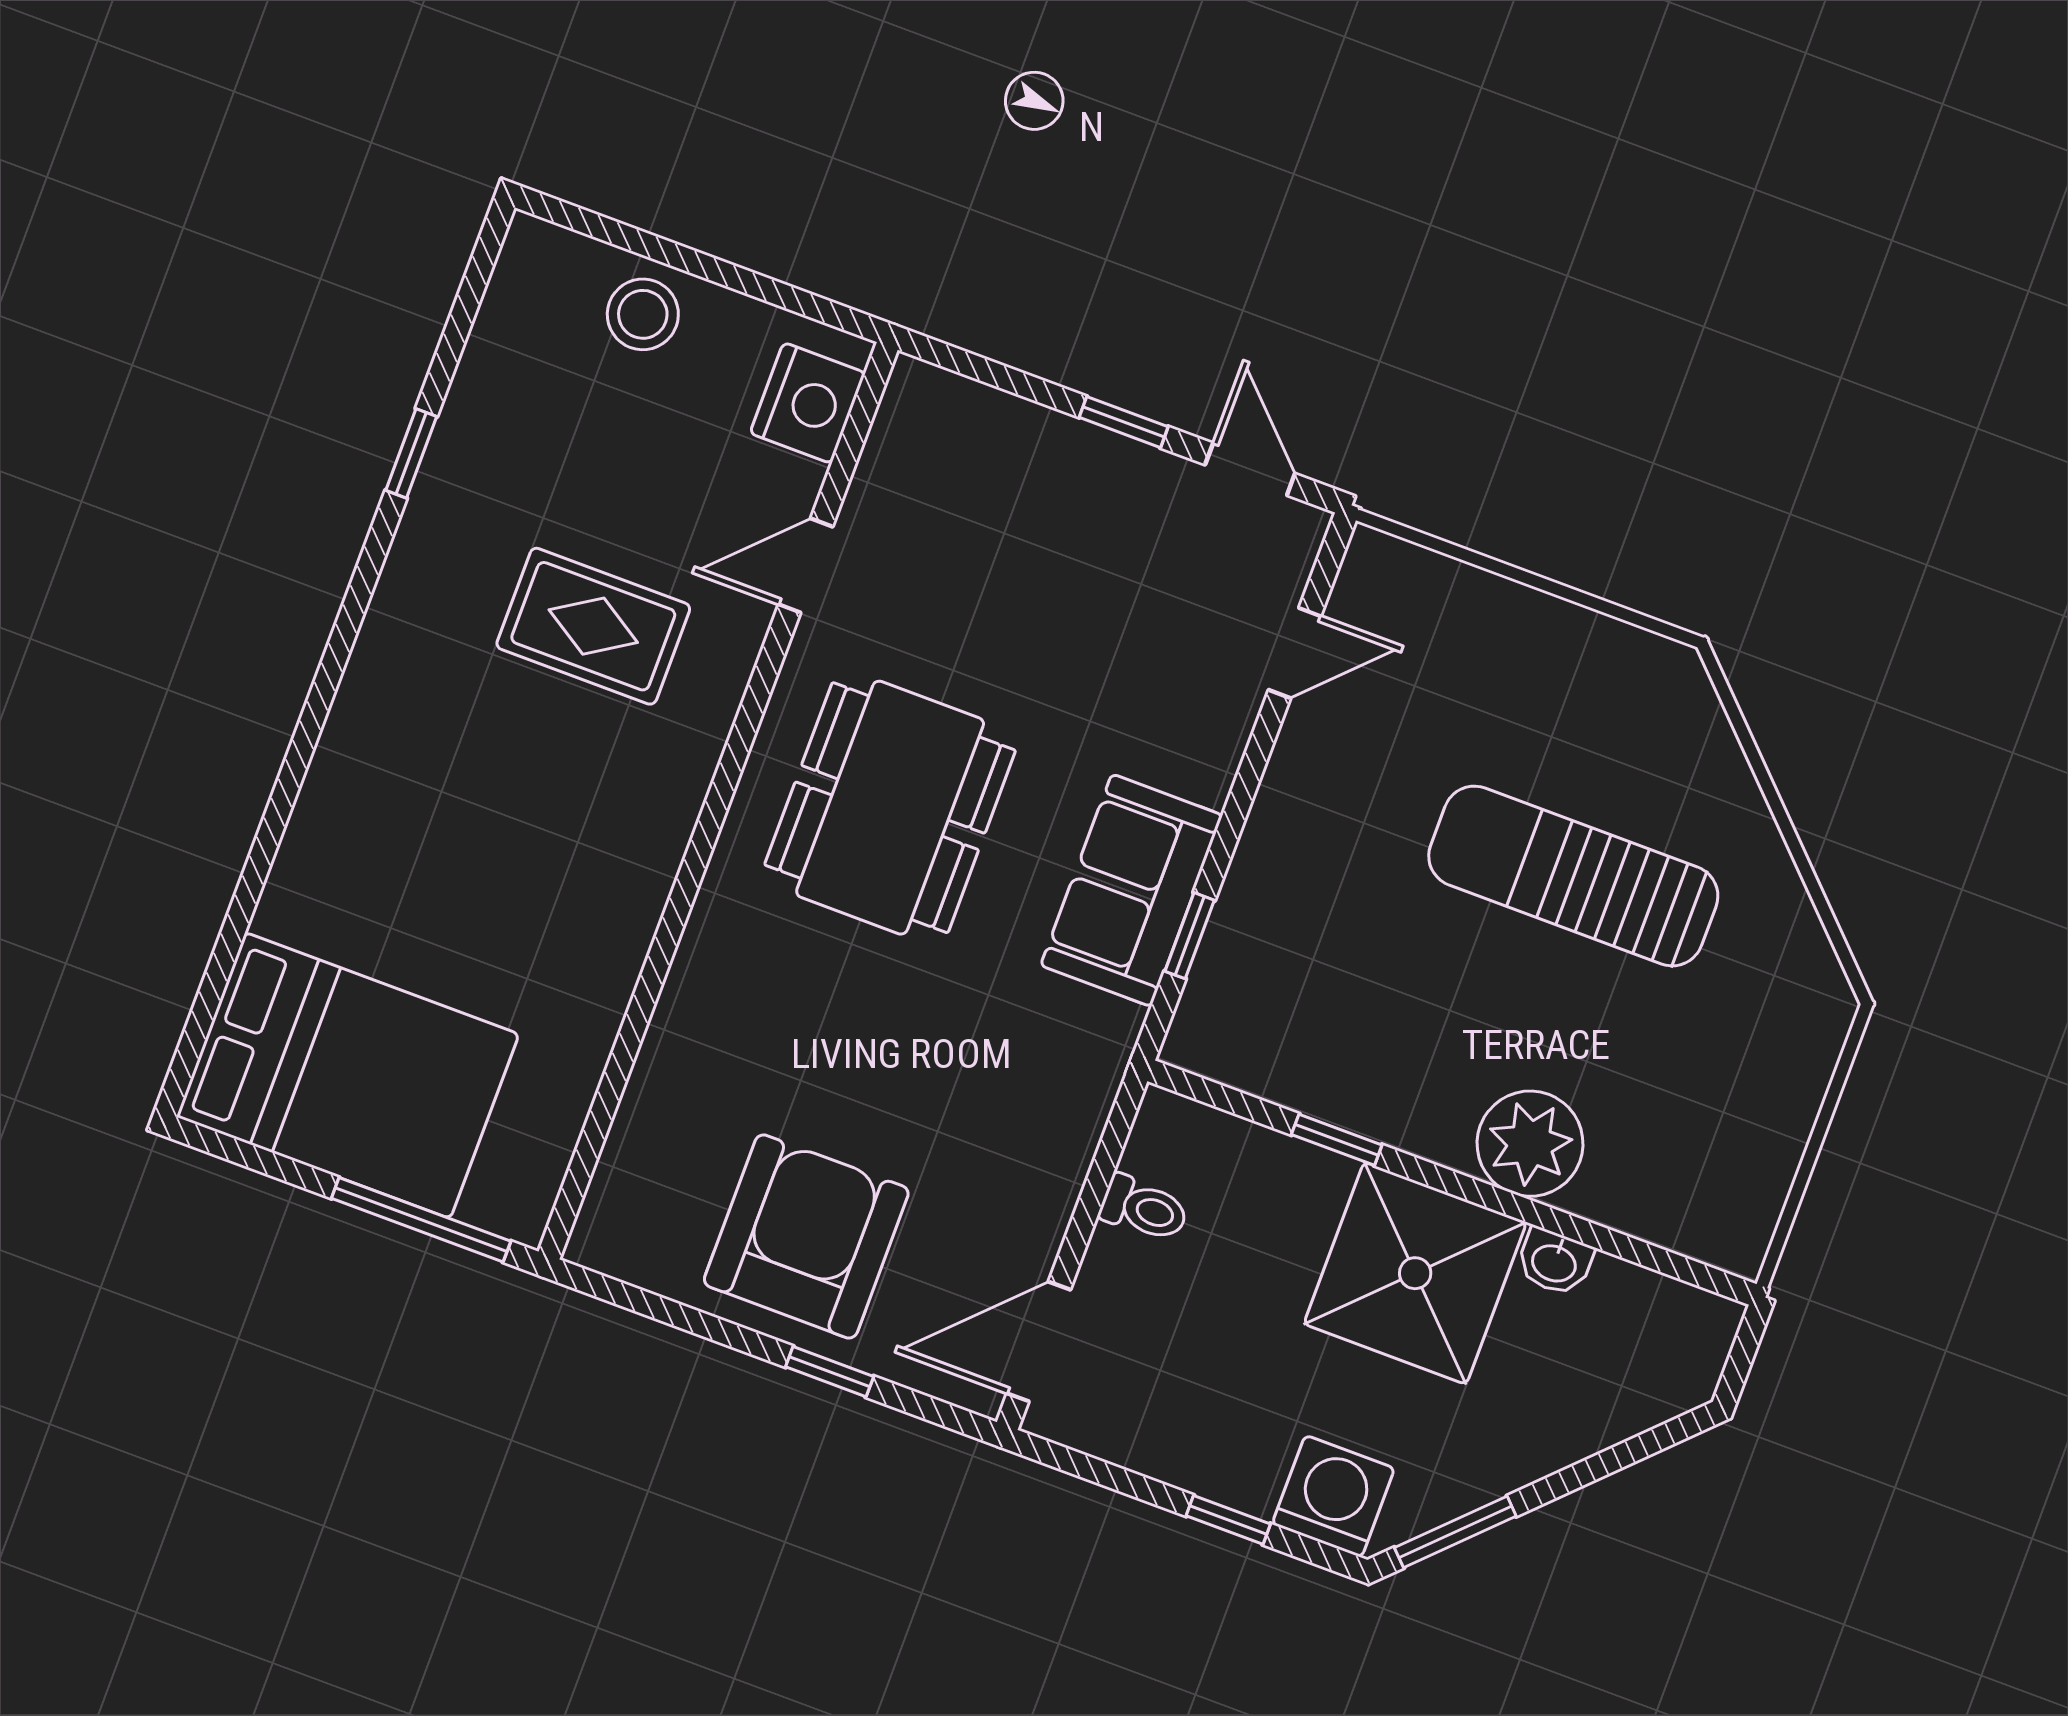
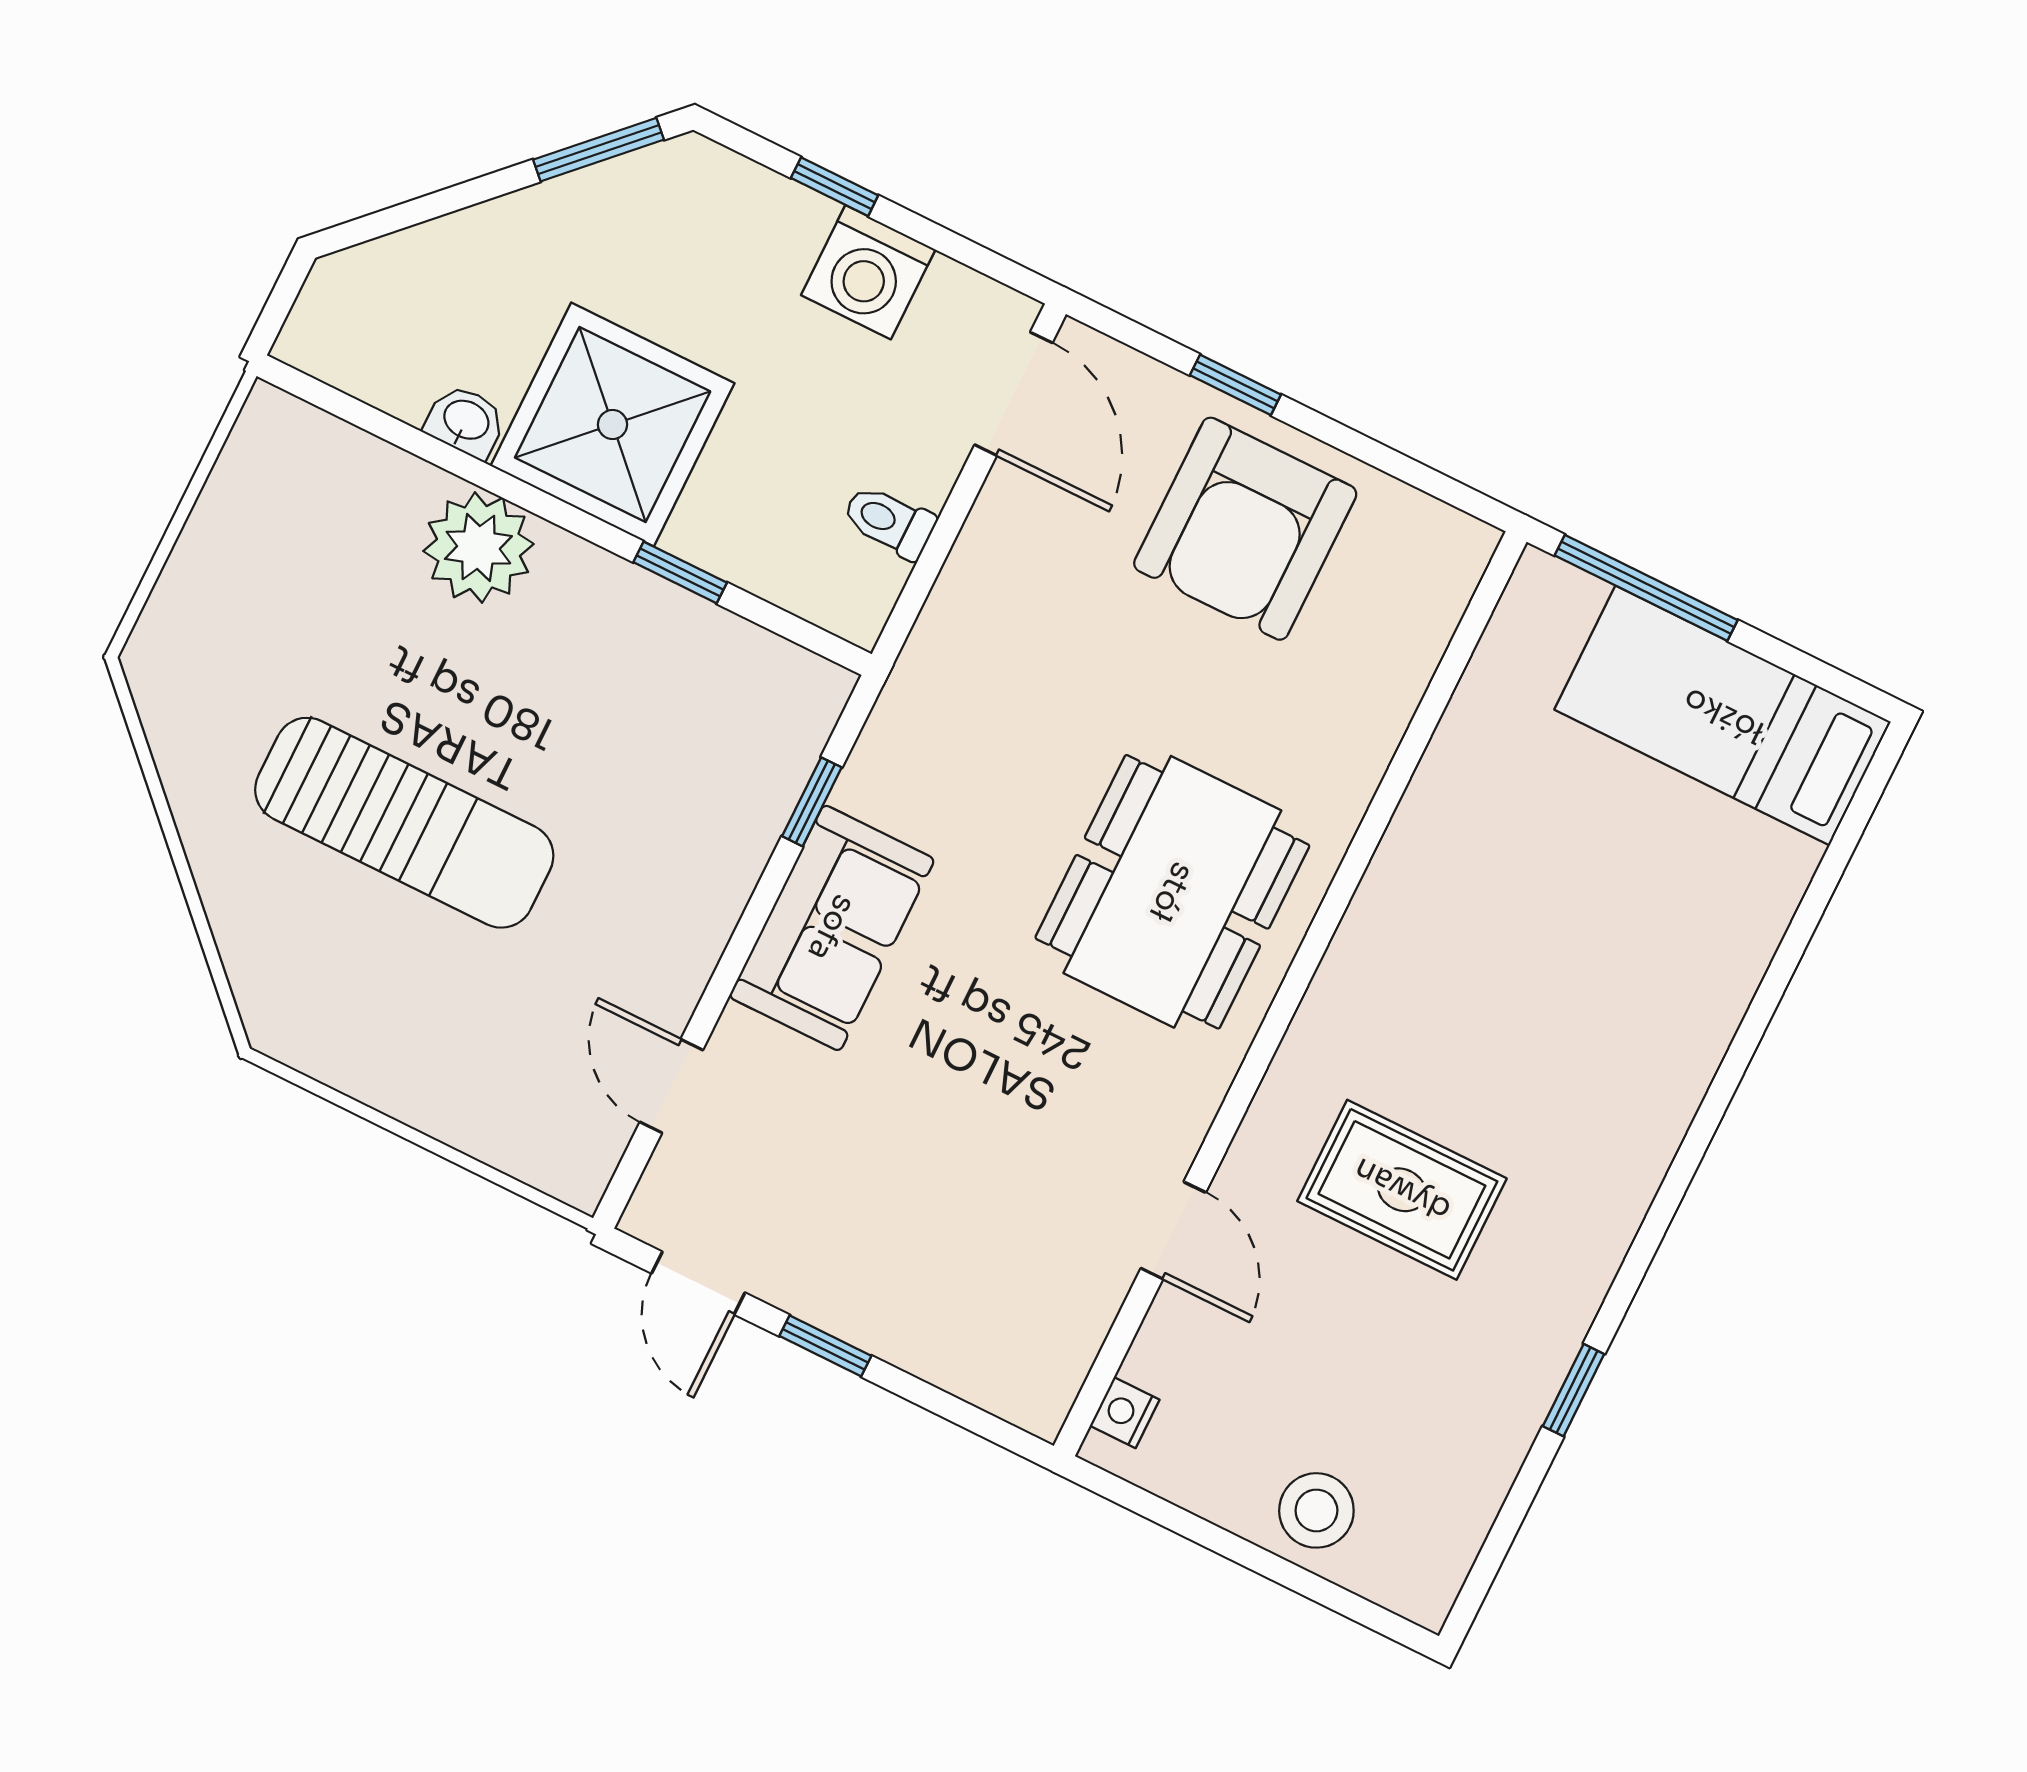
nightstand: (808, 403) -> (1125, 1413), width x0.53, depth x0.56
door: (806, 565) -> (1173, 1230), hinge flipped
door: (1295, 653) -> (671, 1086), hinge flipped
dining table: (890, 808) -> (1172, 892), moved
sofa: (1132, 890) -> (832, 928), moved
bed: (348, 1075) -> (1723, 716), width x0.67
door: (1039, 1341) -> (1014, 394), hinge flipped
washing machine: (1333, 1496) -> (868, 272), moved

